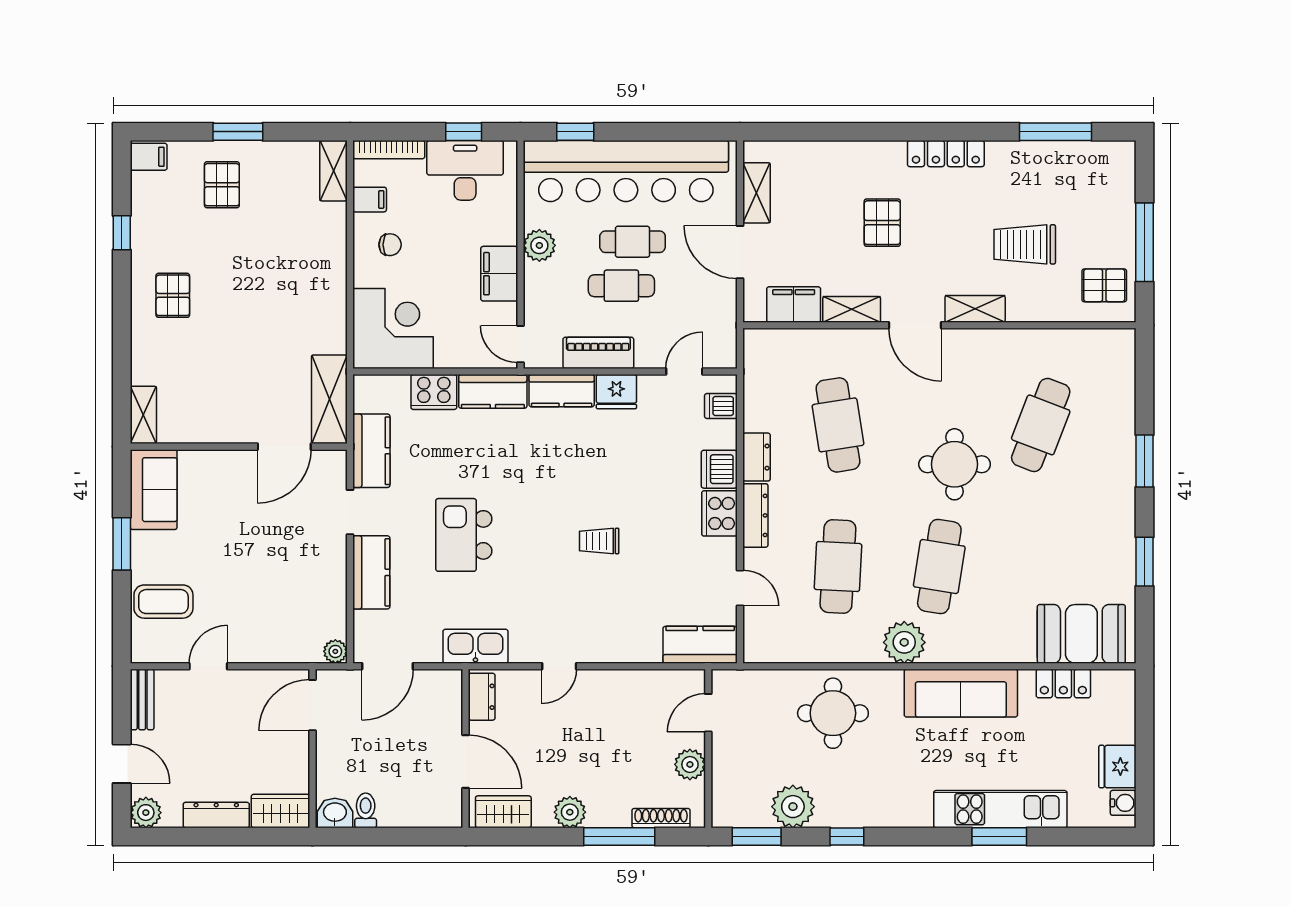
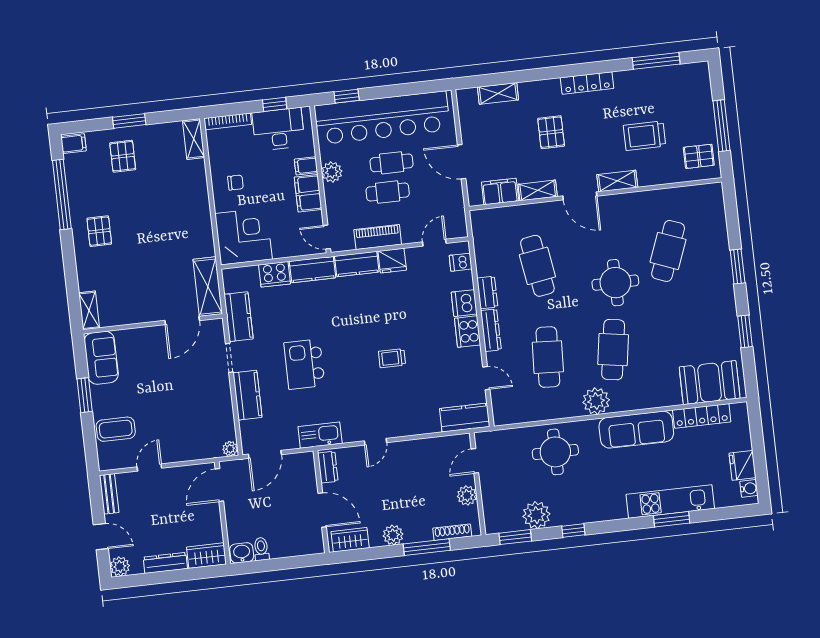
shelving: (756, 193) -> (498, 93), moved, turned 90
filing cabinet: (370, 200) -> (306, 166), moved, turned 180
window: (122, 233) -> (62, 194), width x3.17
locker: (1063, 683) -> (702, 416), width x1.53

